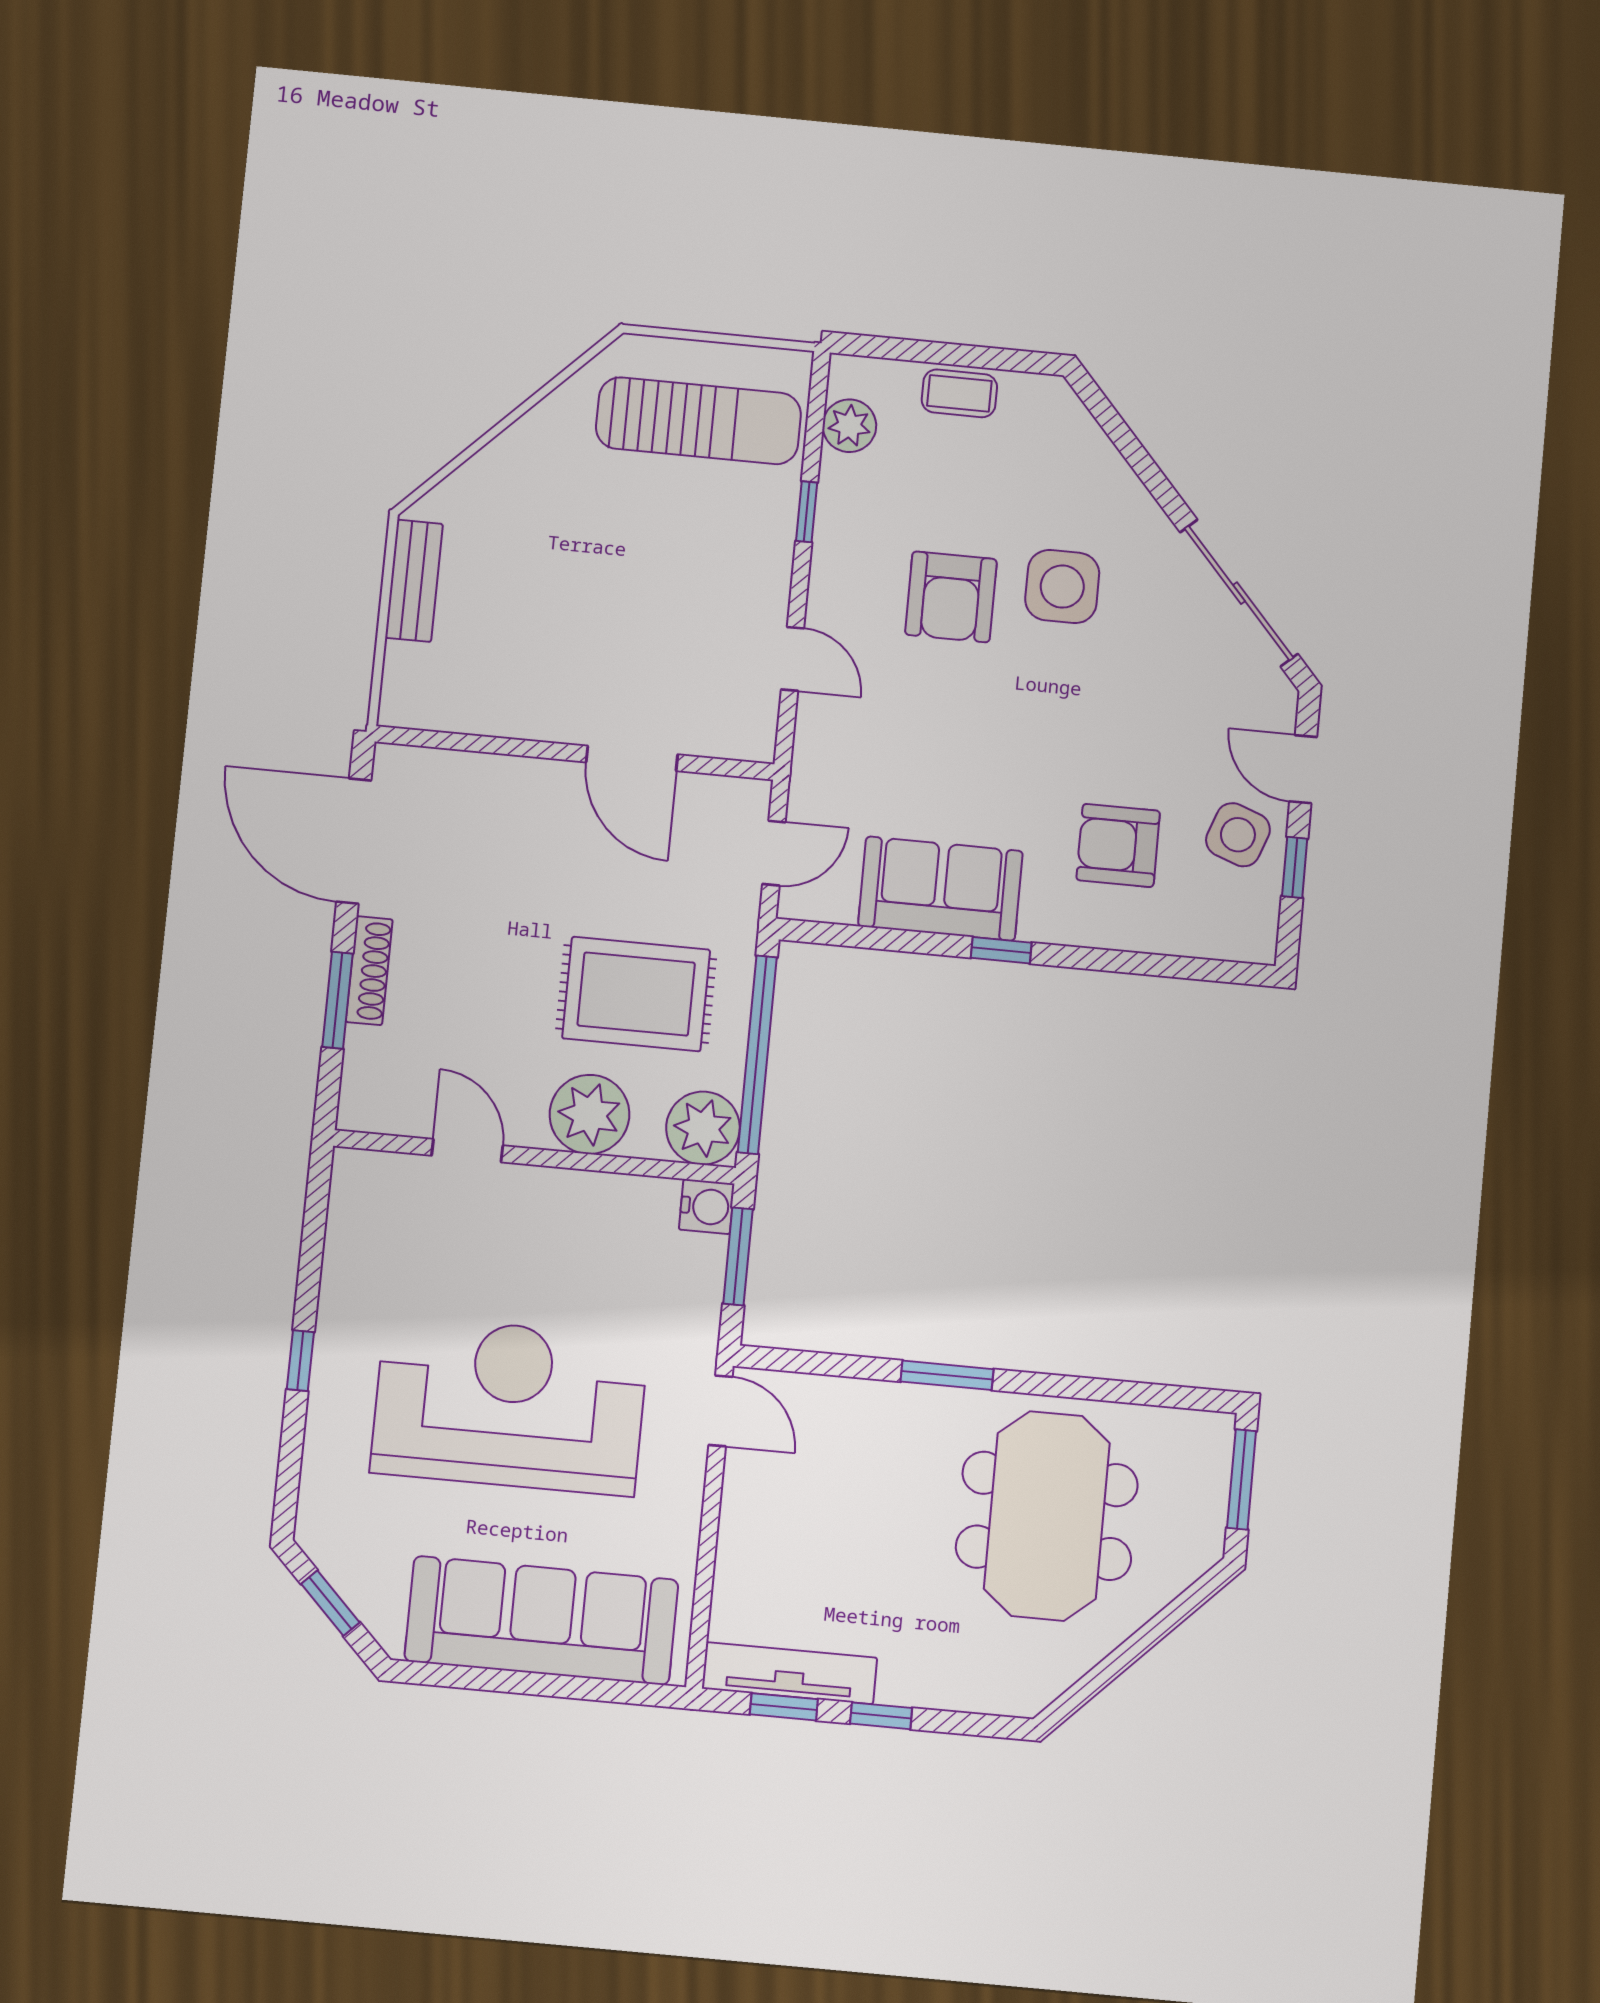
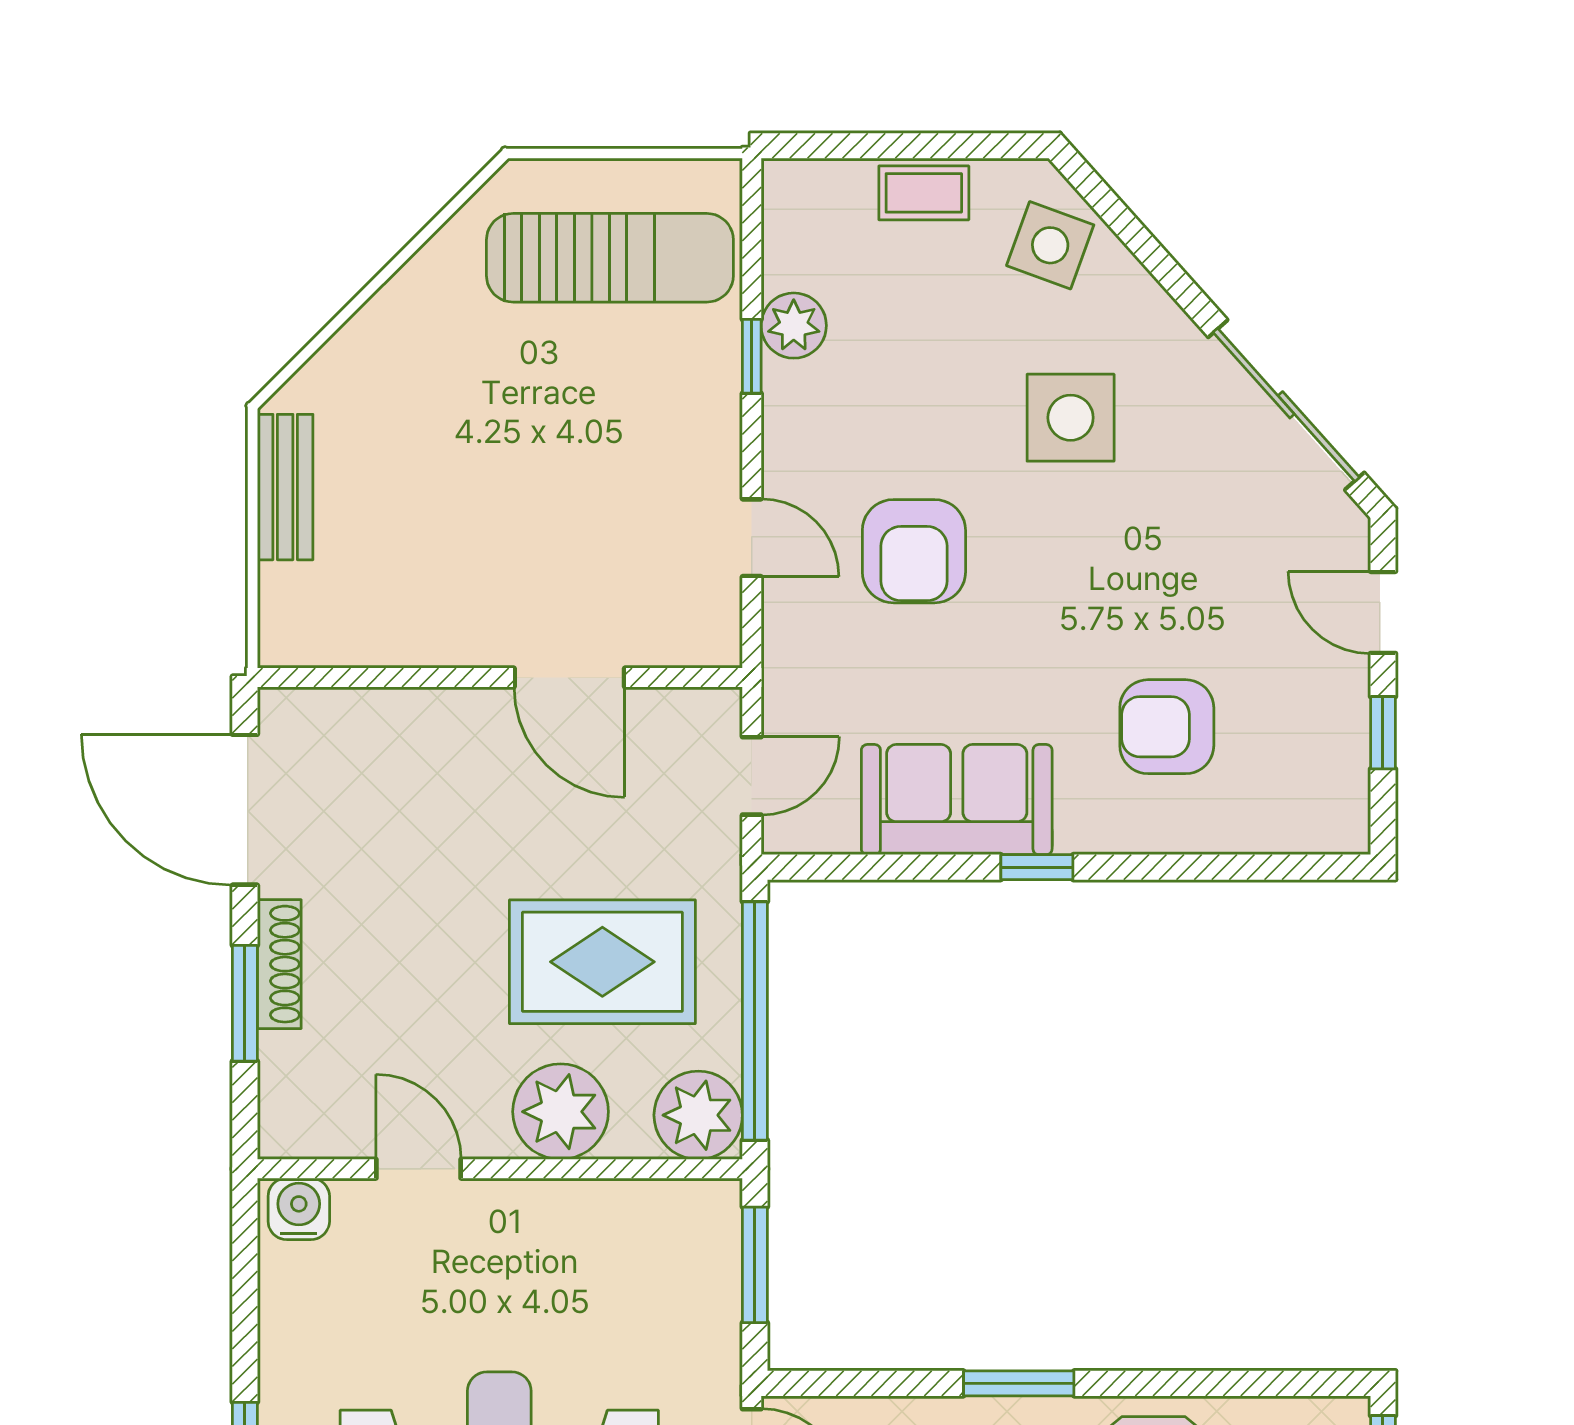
plant: (849, 426) -> (794, 326), moved
armchair: (951, 597) -> (914, 551), moved
side table: (1238, 835) -> (1050, 245), moved
water cooler: (707, 1207) -> (299, 1209), moved, turned -90

